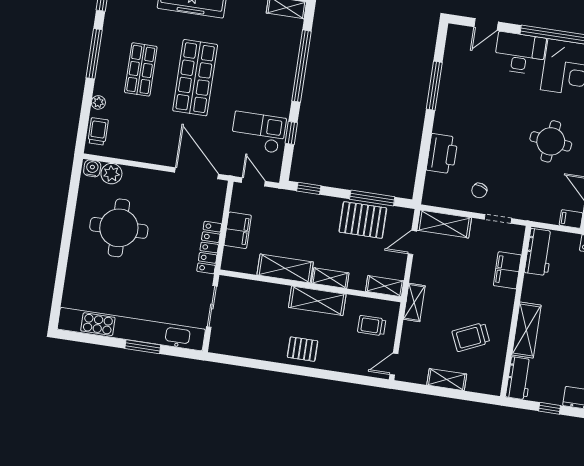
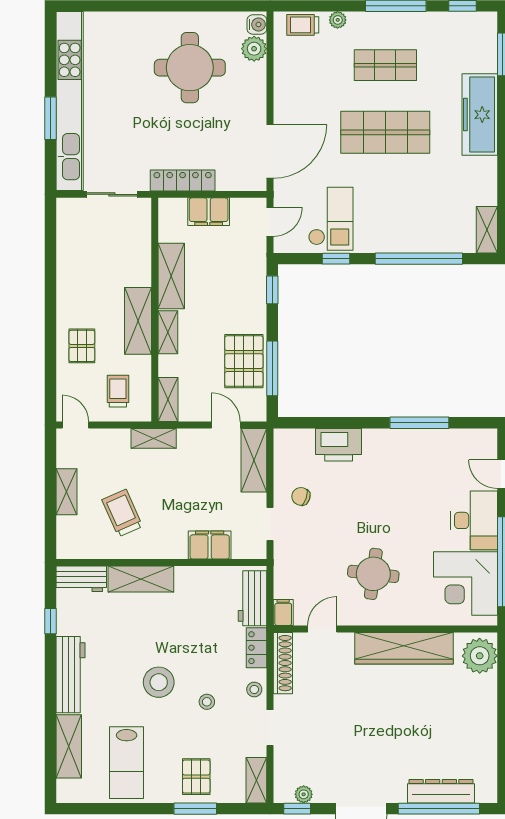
trolley: (98, 131) -> (303, 25), turned 180
workbench: (539, 252) -> (252, 598), moved, turned 90
pallet: (303, 349) -> (82, 346), moved

